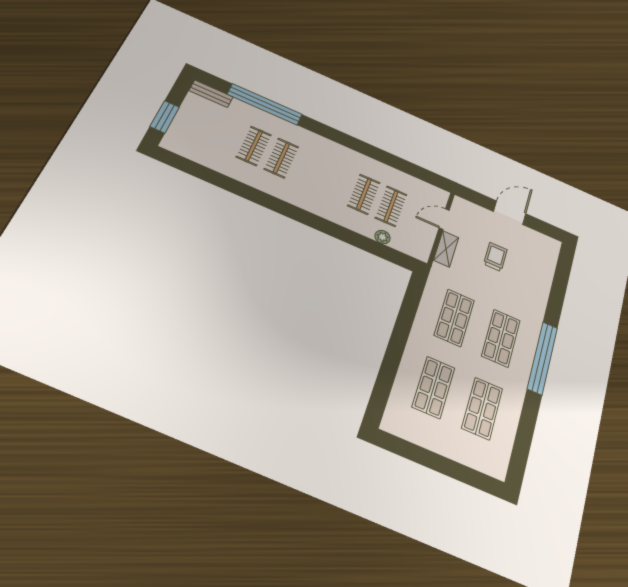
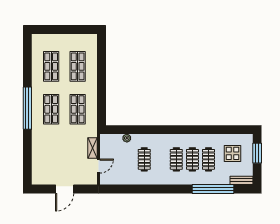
display table: (208, 135) -> (232, 153), added
clothes rail: (391, 206) -> (176, 159), moved
trolley: (495, 257) -> (66, 156), removed

